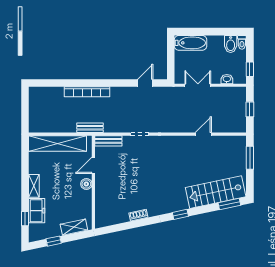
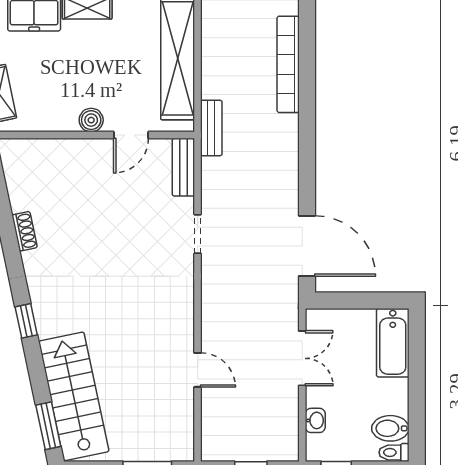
door: (145, 83) -> (307, 246), width x1.88
bookcase: (87, 92) -> (288, 64), moved
door: (93, 165) -> (131, 135), swing flipped

